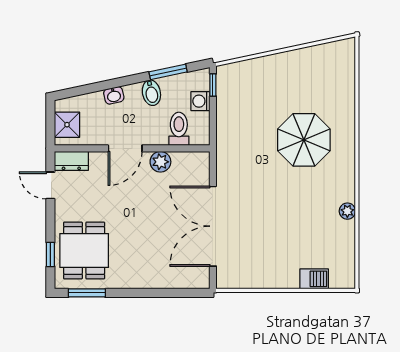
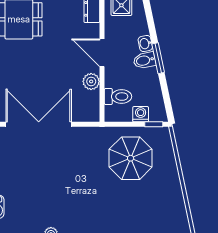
window: (168, 72) -> (158, 58), moved
bidet: (151, 93) -> (145, 60), moved
parasol: (304, 140) -> (131, 158), moved

